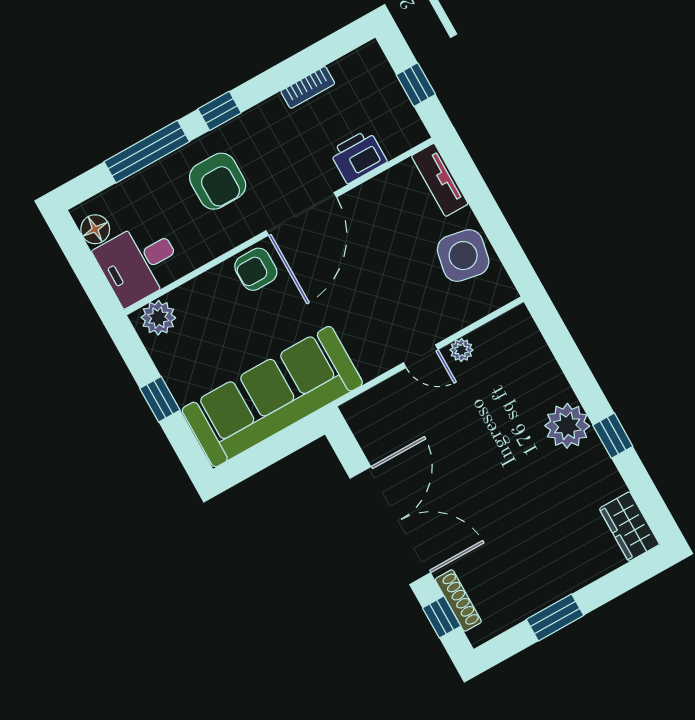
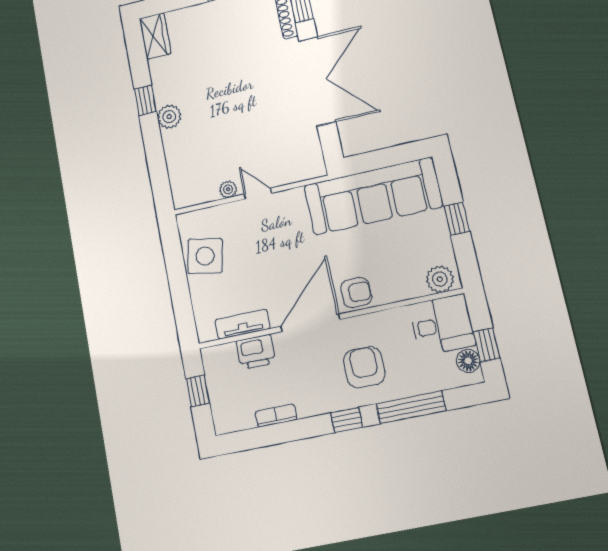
tv unit: (440, 180) -> (242, 324), moved, turned -90
window: (79, 255) -> (487, 345), added
plant: (567, 426) -> (169, 117), width x0.73, depth x0.73
double door: (390, 526) -> (317, 81), swing flipped

